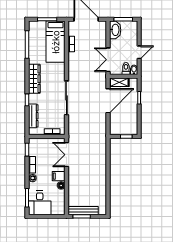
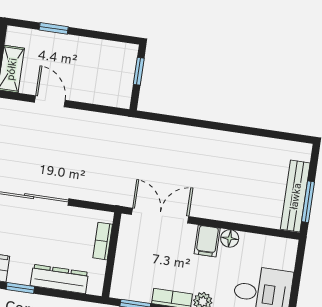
door: (108, 101) -> (50, 101), width x0.53
double door: (66, 155) -> (160, 216), swing flipped

